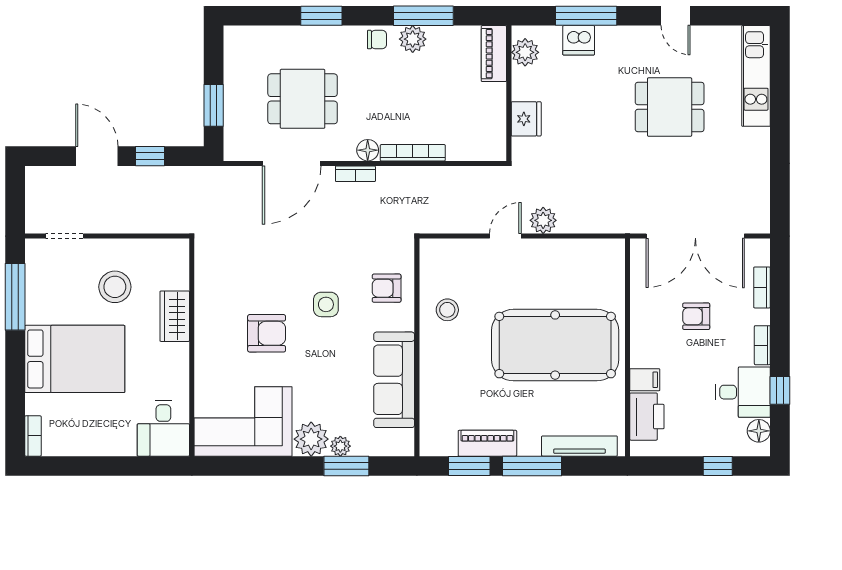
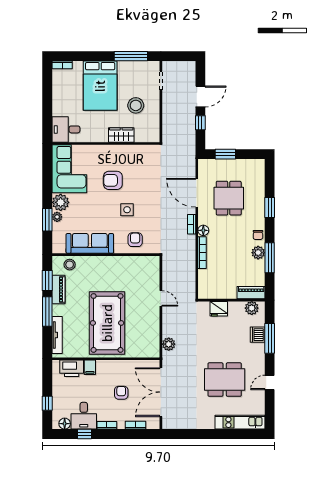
dining table: (670, 107) -> (225, 380), width x1.38
plant: (543, 220) -> (169, 344), moved
stool: (447, 310) -> (70, 265), moved
armchair: (267, 333) -> (113, 180), turned 90

